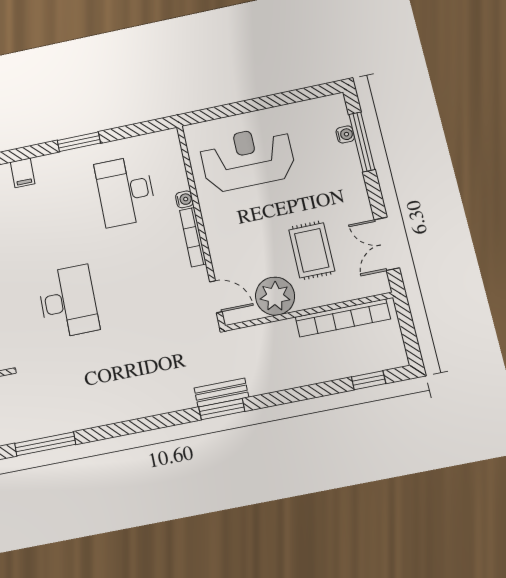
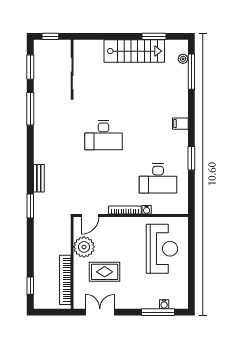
desk: (125, 191) -> (158, 179), turned 180
bench: (221, 393) -> (39, 178), moved

